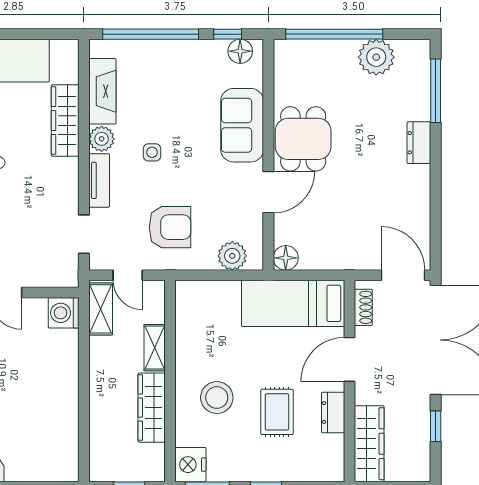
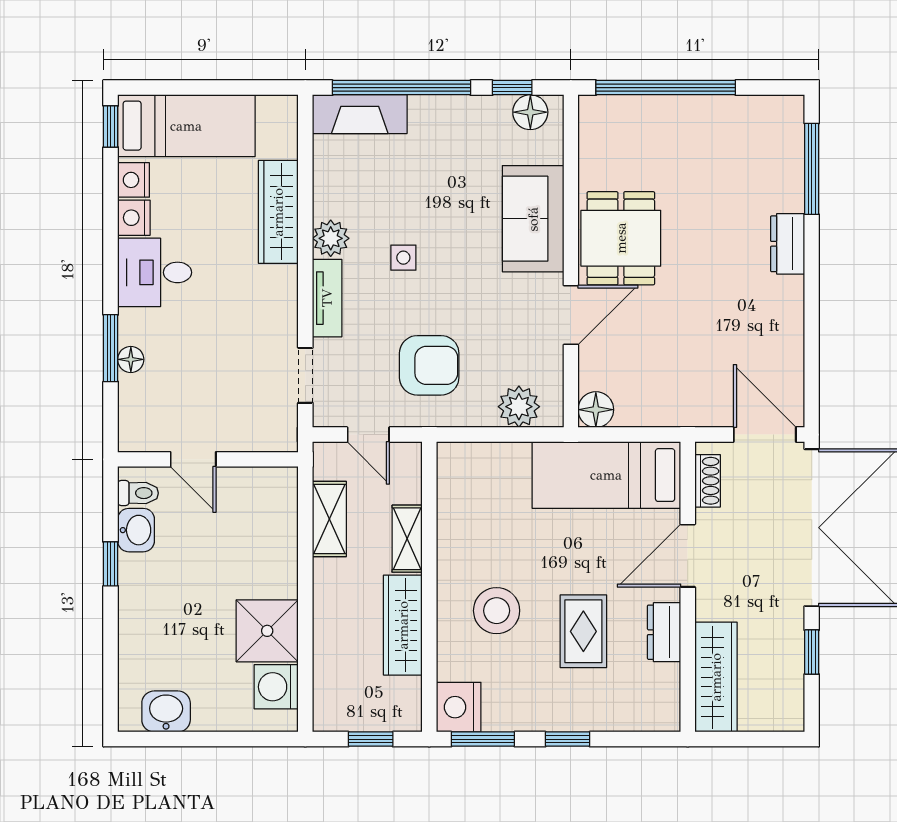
plant: (376, 57) -> (726, 121), removed
fireplace: (102, 91) -> (360, 114), moved, turned 90
shelving: (101, 309) -> (329, 519), moved
washing machine: (64, 313) -> (276, 687), moved
shower: (57, 412) -> (267, 631), added

